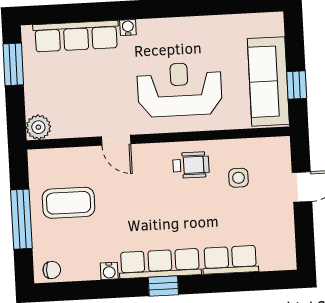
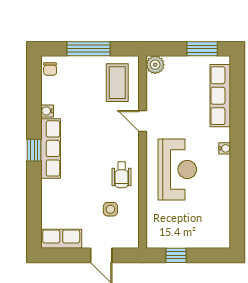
water cooler: (128, 27) -> (225, 148), moved
sofa: (268, 81) -> (180, 235), removed
door: (116, 140) -> (143, 121), hinge flipped
coffee table: (69, 203) -> (117, 83), moved
row of seats: (230, 260) -> (61, 239), moved, turned -90

